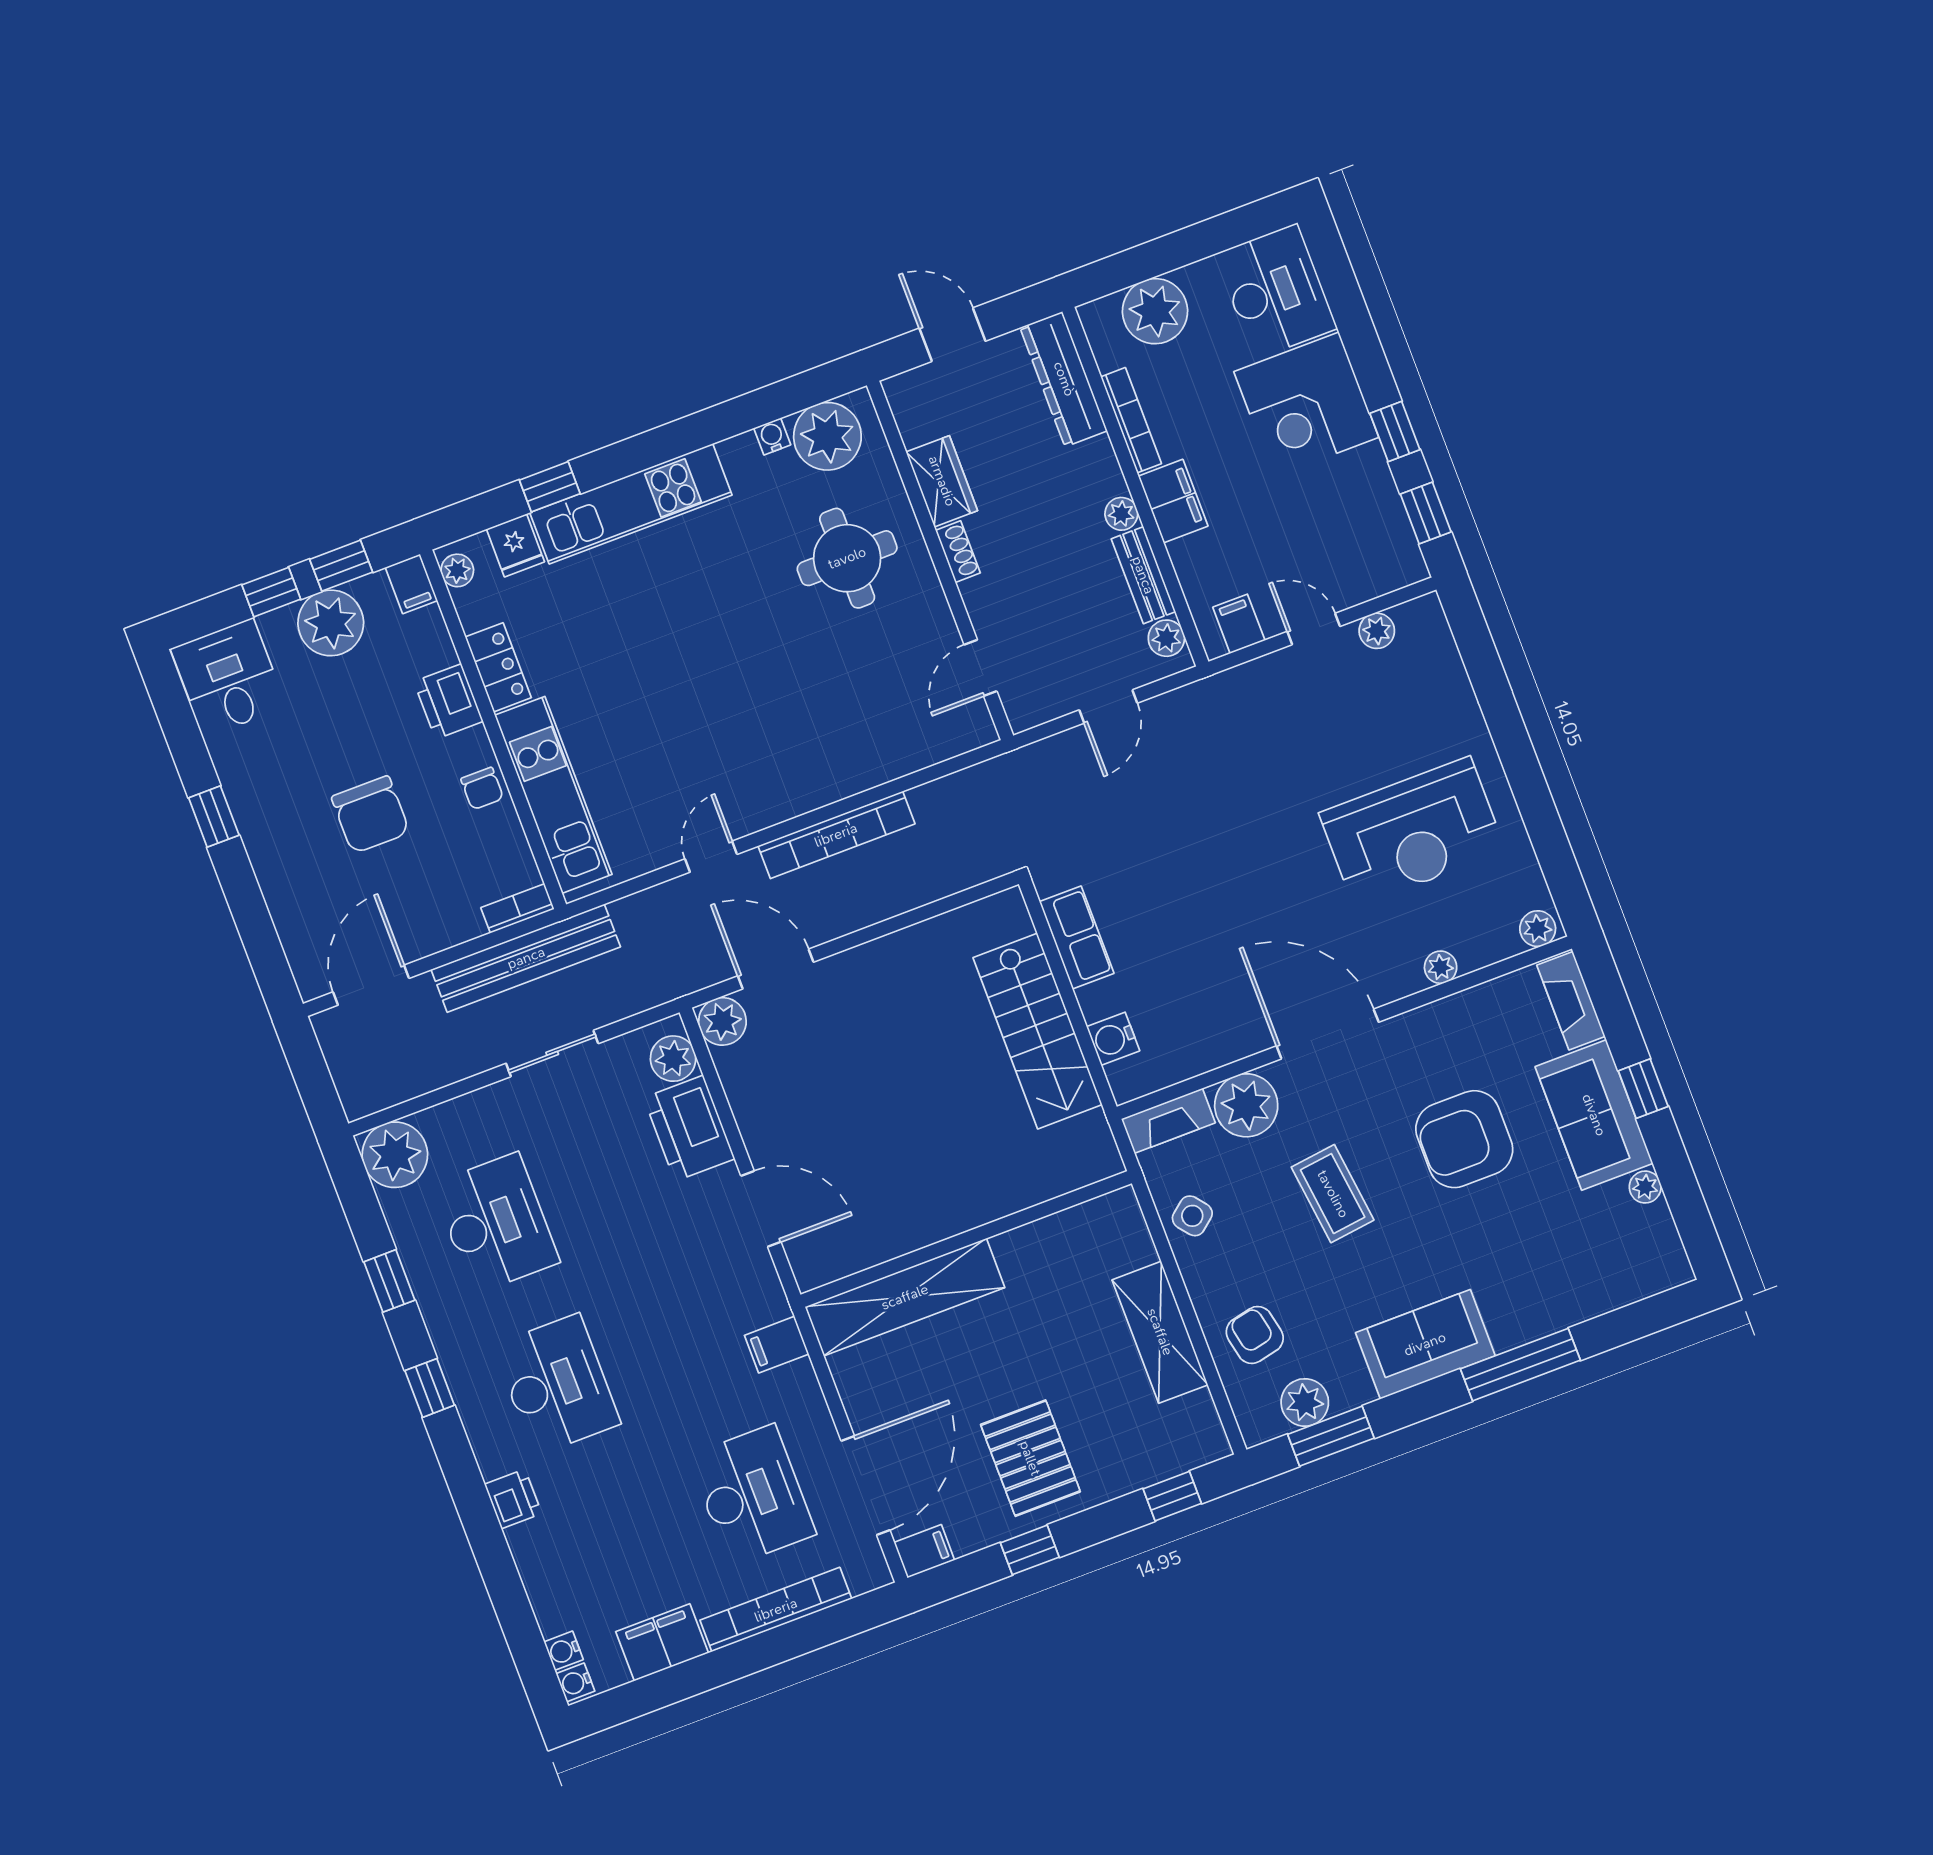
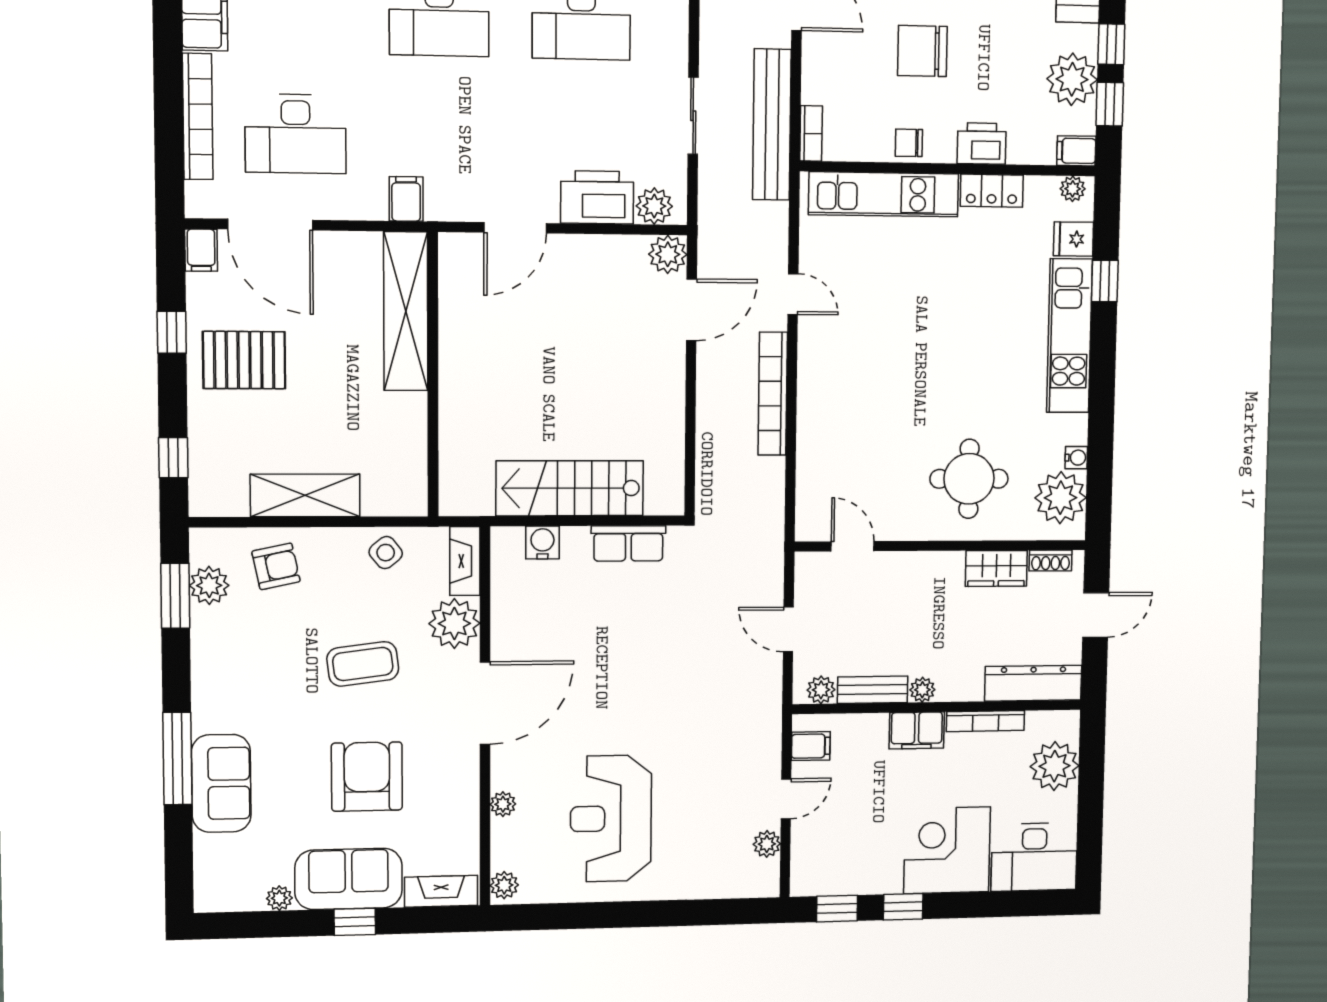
shoe rack: (958, 552) -> (1051, 561), moved
sofa: (1425, 1344) -> (221, 783), moved

